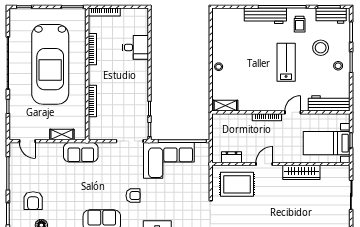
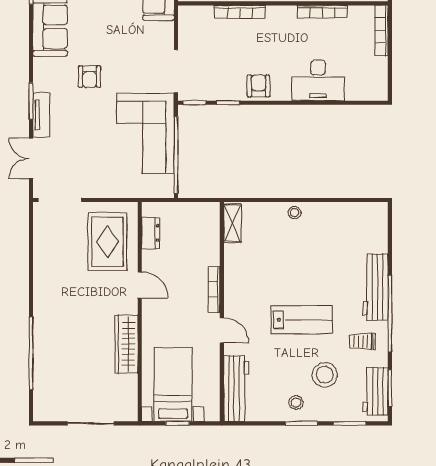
desk: (135, 47) -> (318, 80), width x1.37
armchair: (139, 89) -> (259, 86), added

